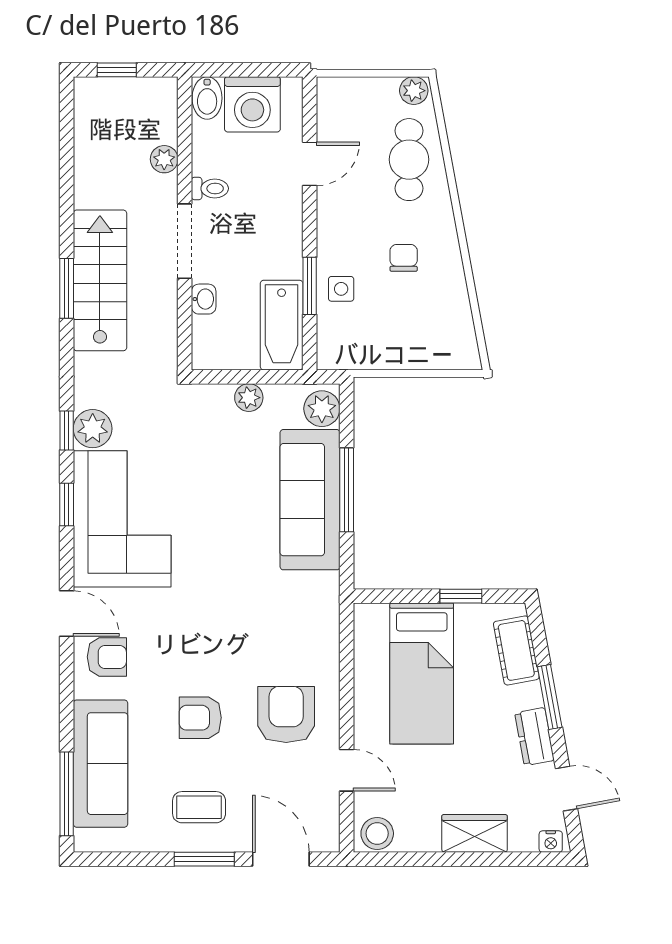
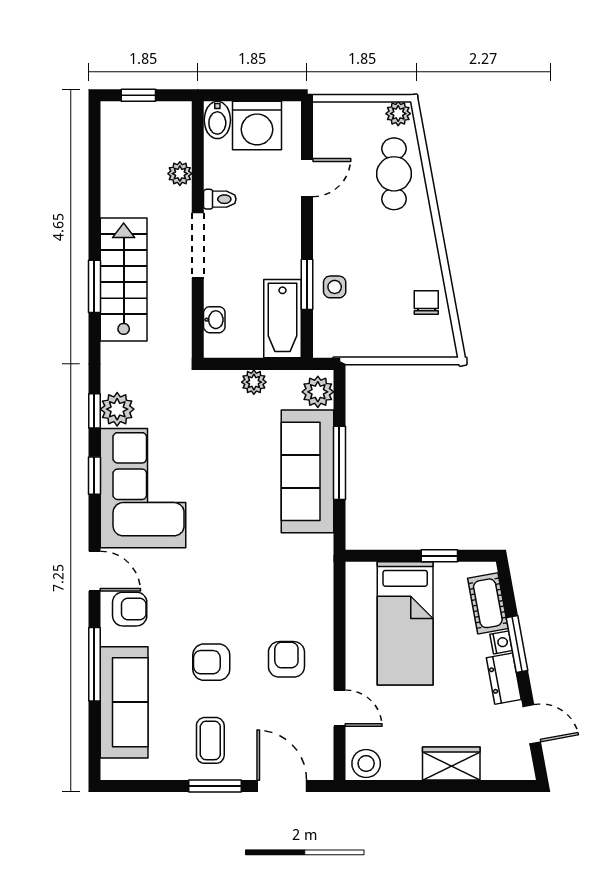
chair: (404, 258) -> (426, 302), moved
washbasin: (204, 299) -> (214, 320), moved
armchair: (286, 714) -> (286, 659), width x0.72, depth x0.72
window: (67, 794) -> (94, 664), moved
coffee table: (199, 807) -> (210, 740), turned 90
nightstand: (551, 842) -> (501, 642), moved, turned -100

